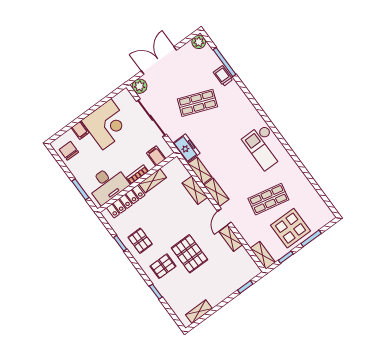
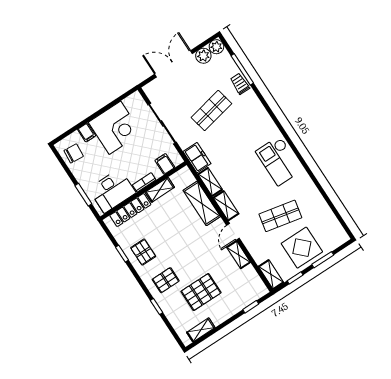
plant: (140, 86) -> (203, 56), moved
shop shelf: (197, 103) -> (211, 111), turned -33
chair: (69, 151) -> (74, 153), turned 95
shelving: (195, 190) -> (202, 203), width x1.50, depth x1.33
pallet: (190, 254) -> (201, 292), moved, turned 90

